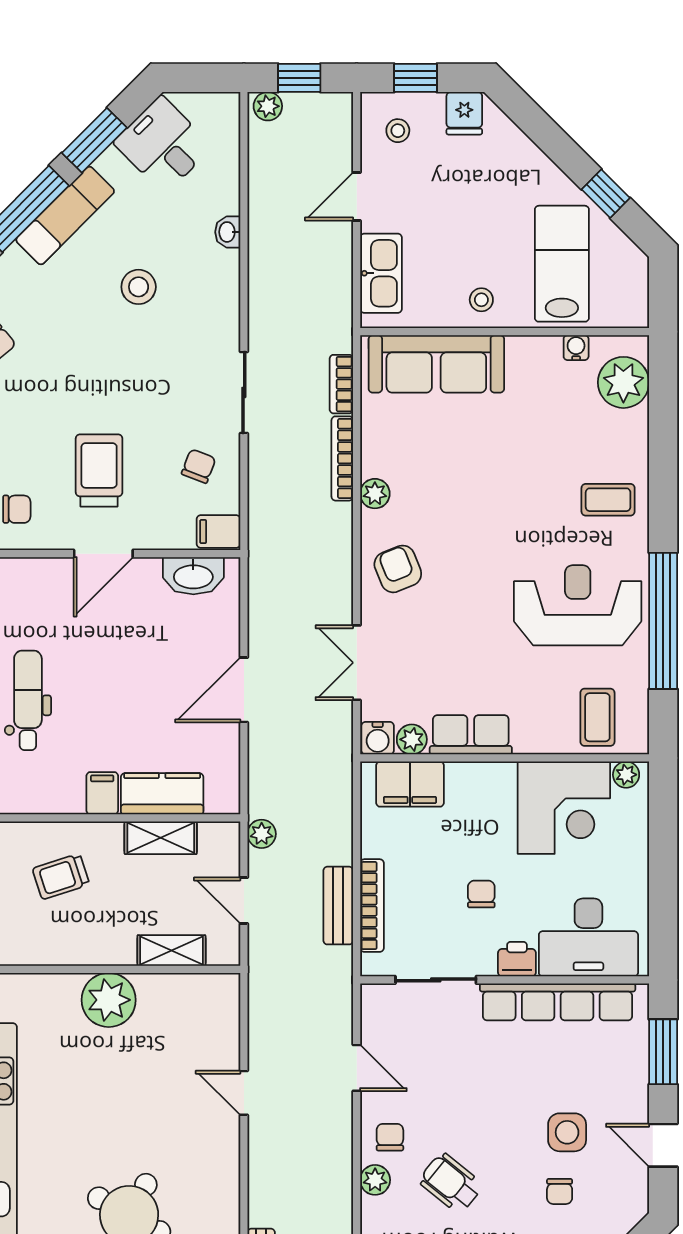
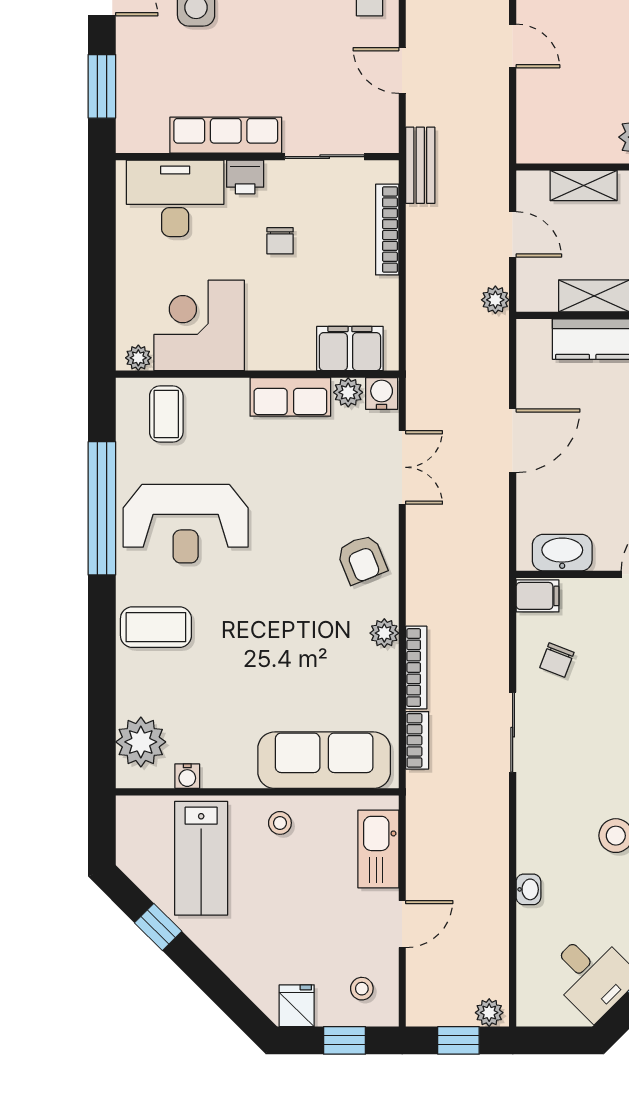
coffee table: (608, 500) -> (156, 627), width x1.36, depth x1.30
bench: (338, 906) -> (420, 165), moved
row of seats: (558, 1002) -> (226, 135), width x0.73

